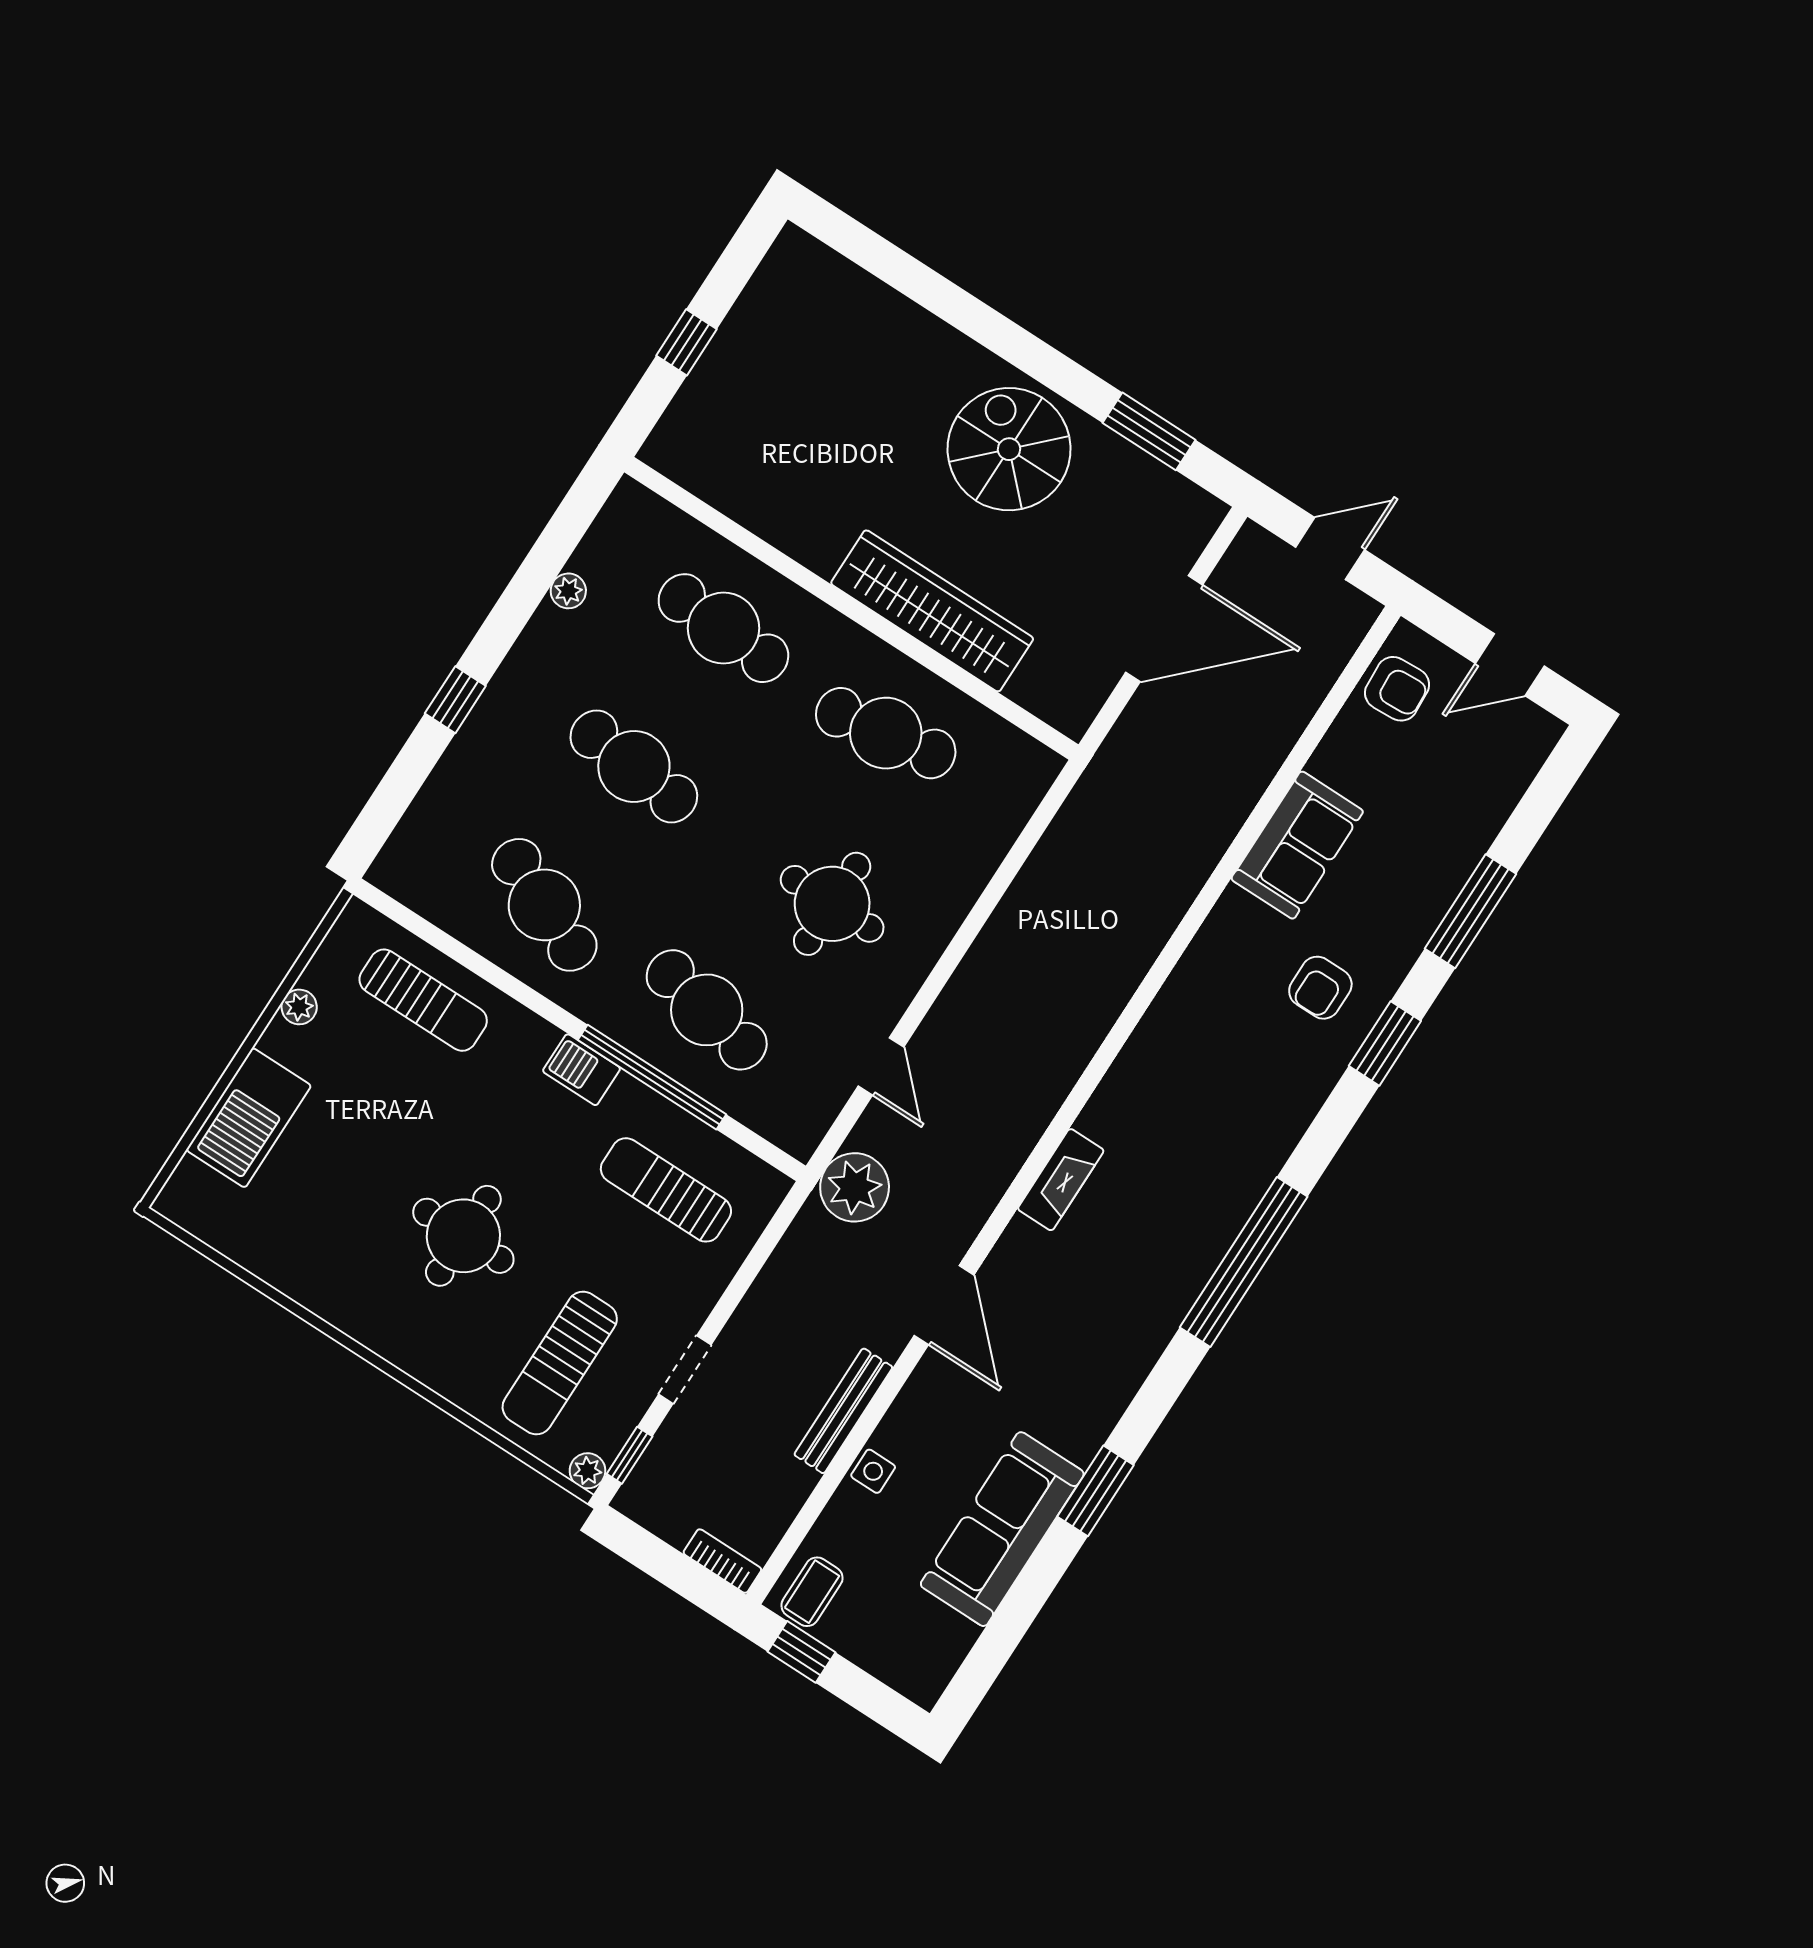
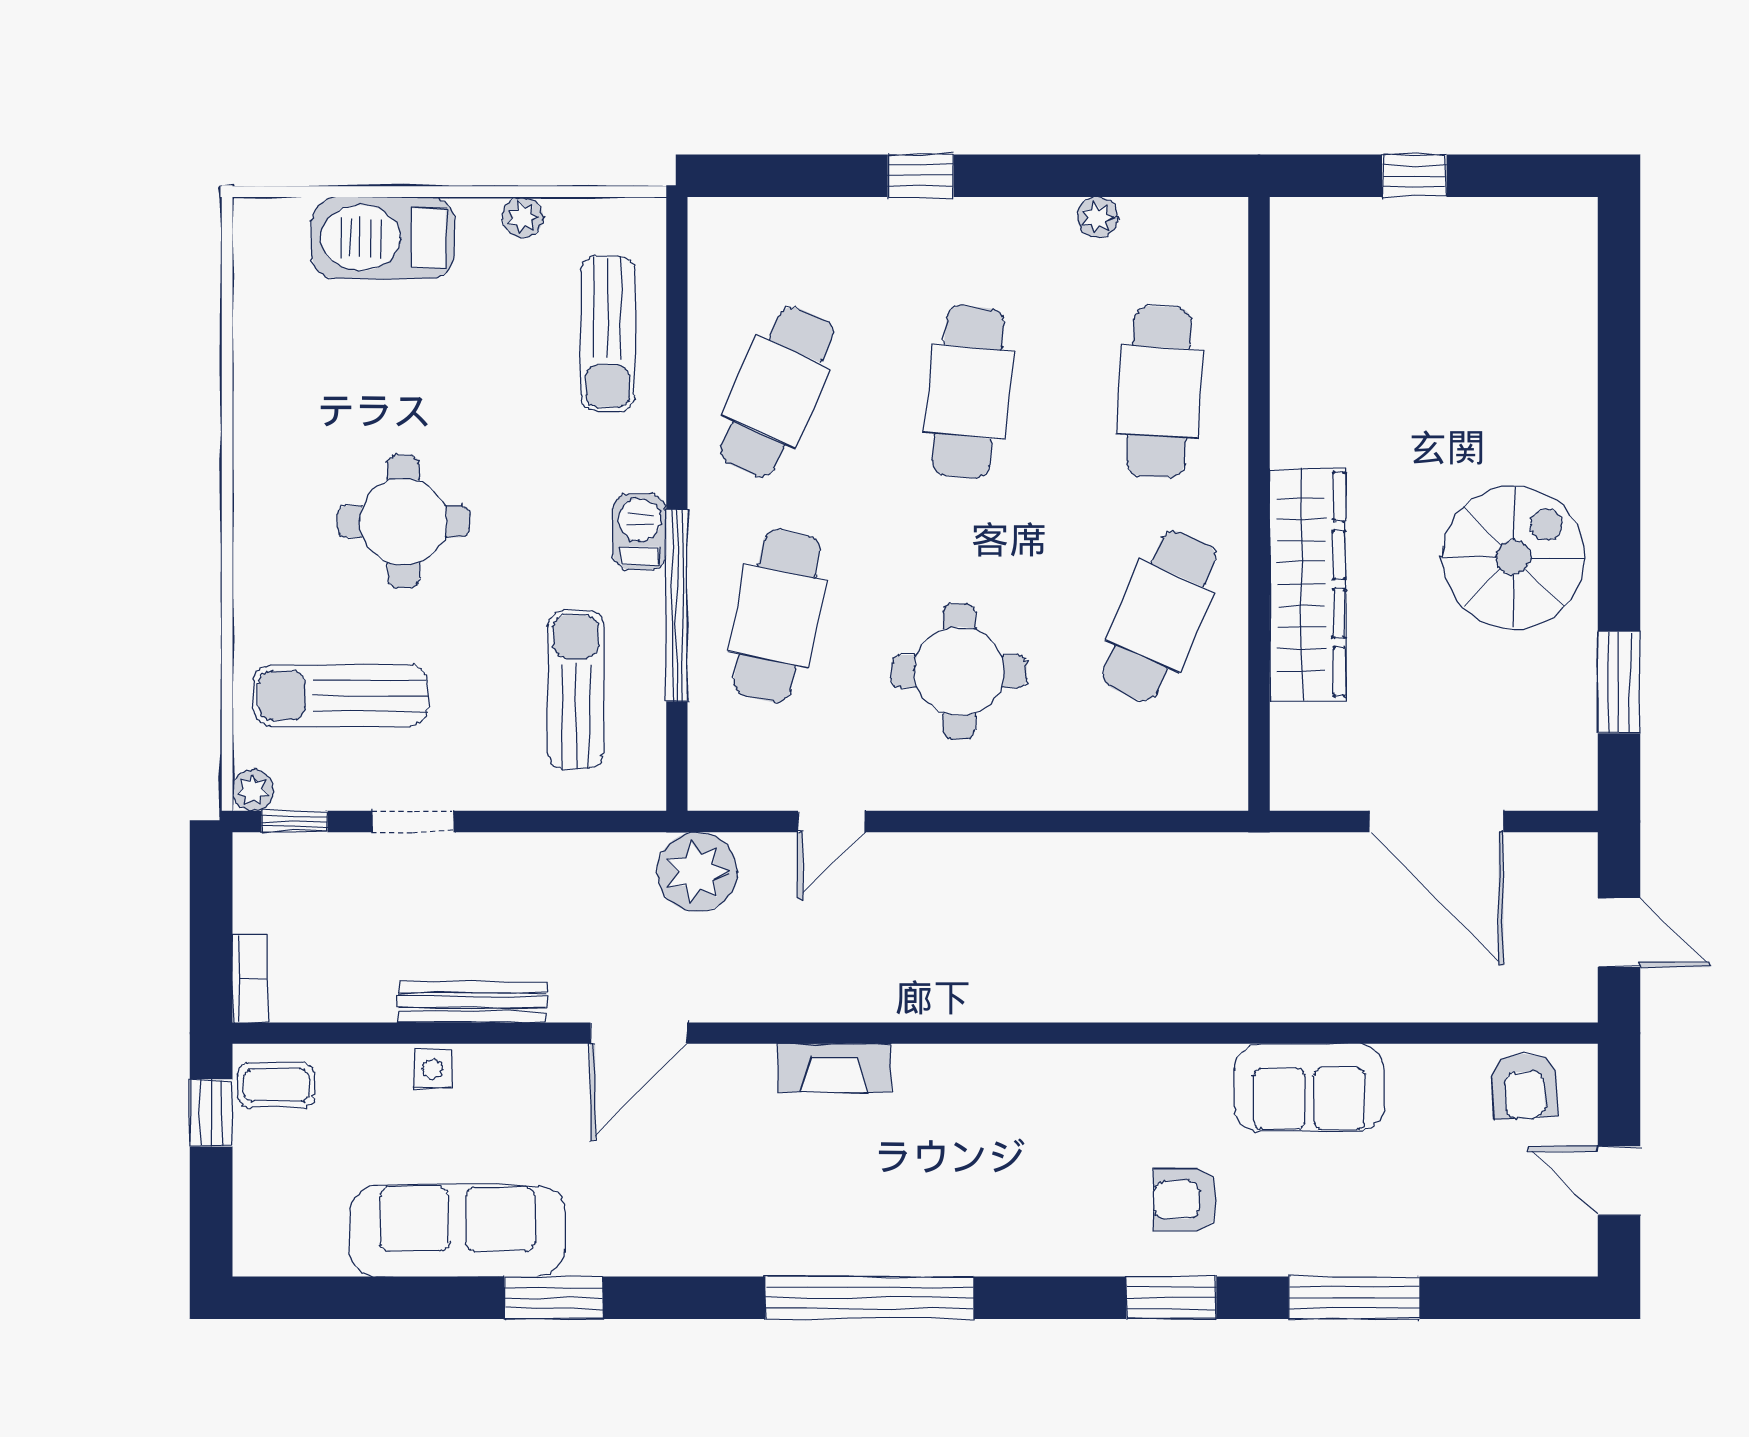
cafe table: (886, 733) -> (1159, 616), turned 33

